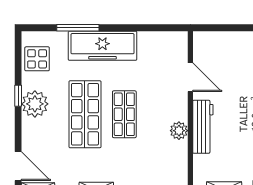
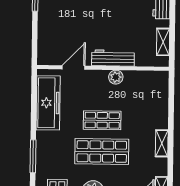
freezer: (102, 46) -> (48, 103), moved

